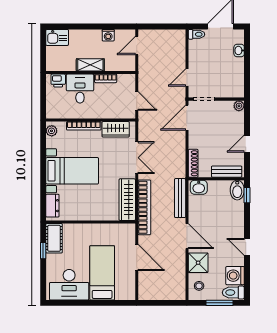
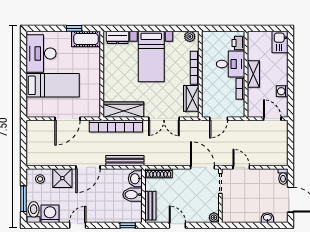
bidet: (237, 190) -> (133, 195), moved

